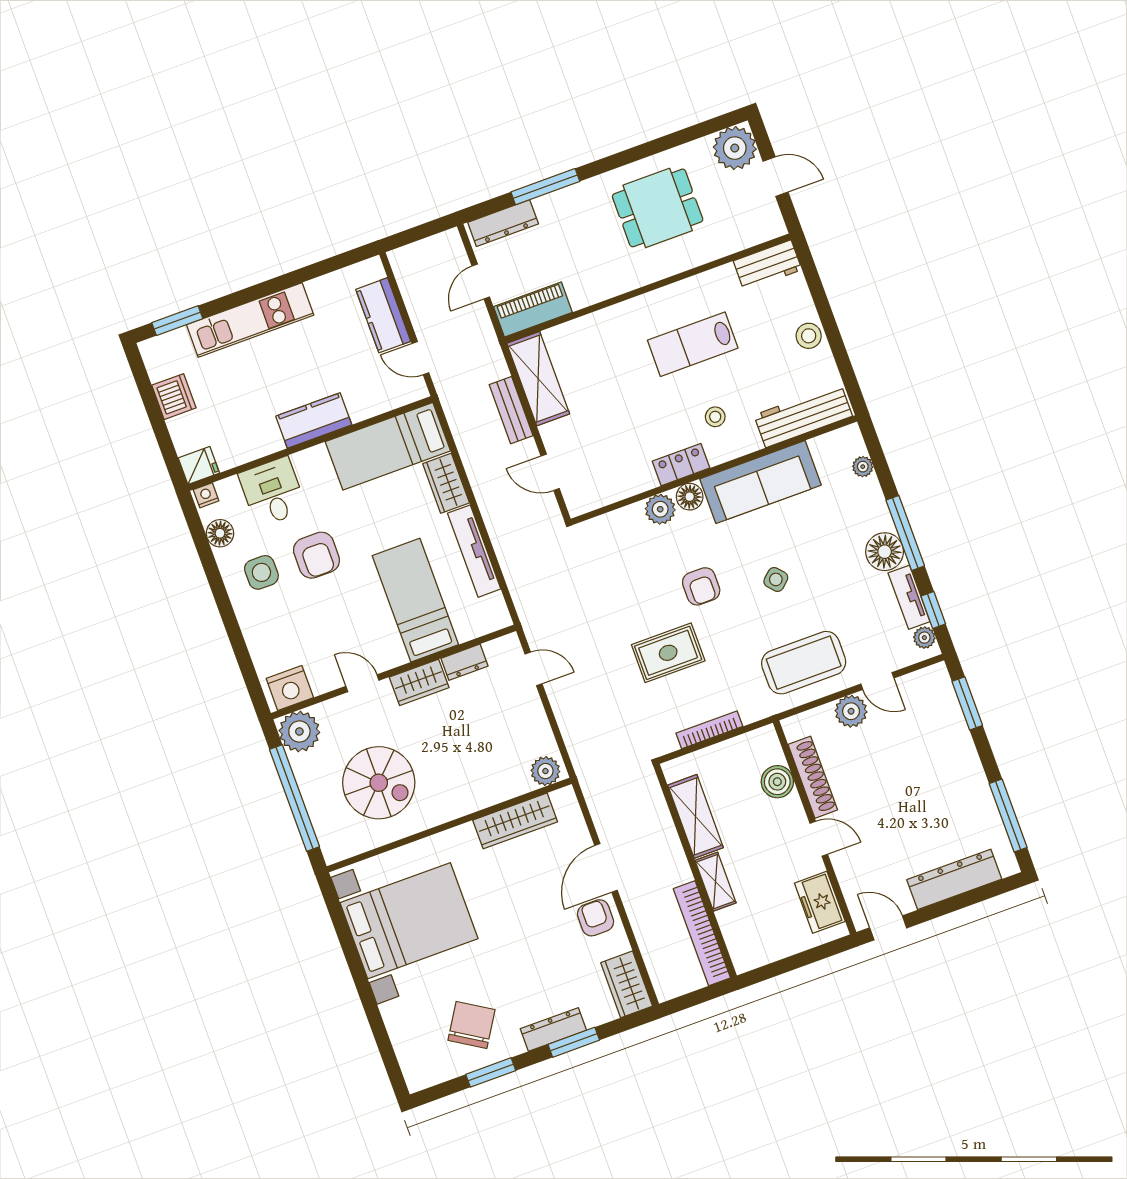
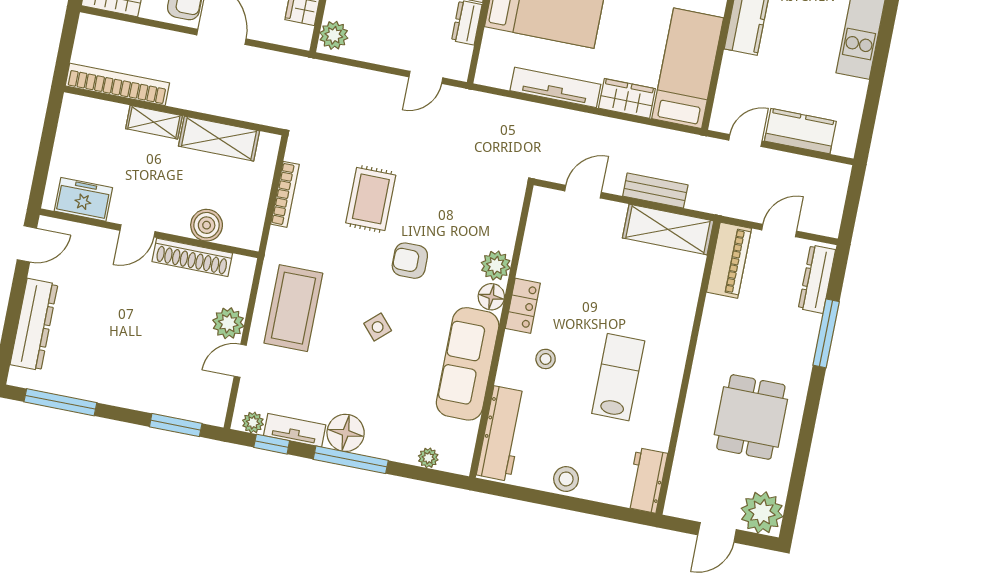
door: (481, 281) -> (779, 230), hinge flipped

